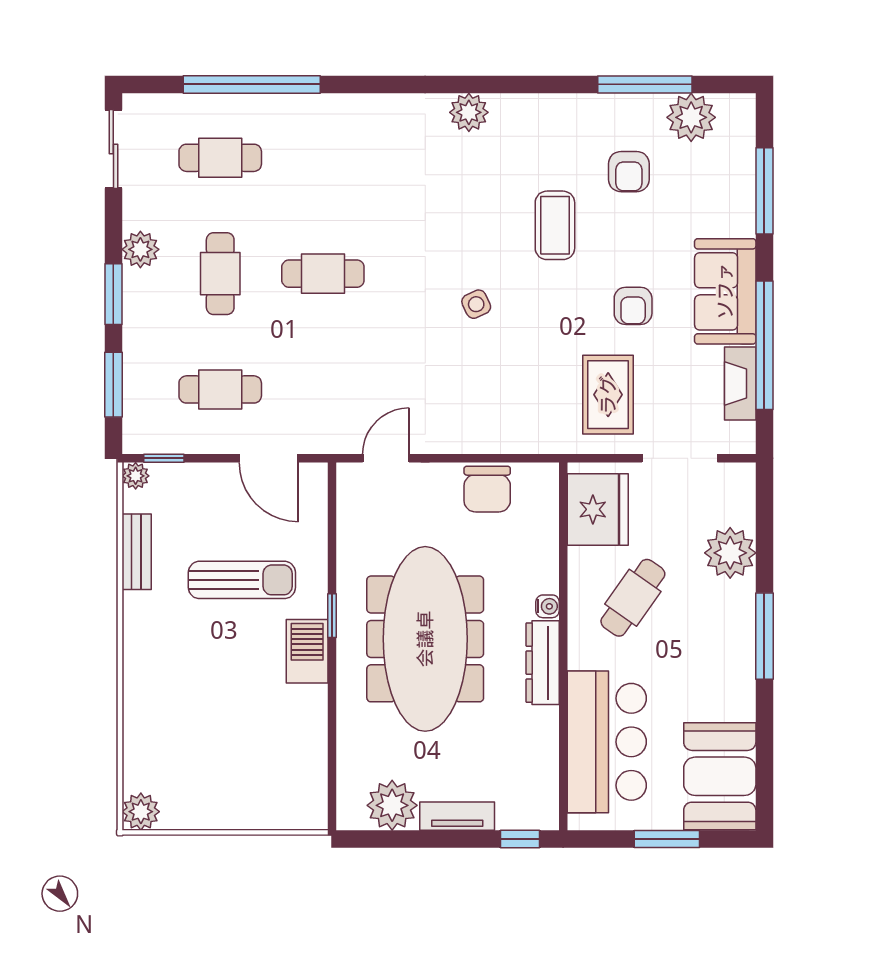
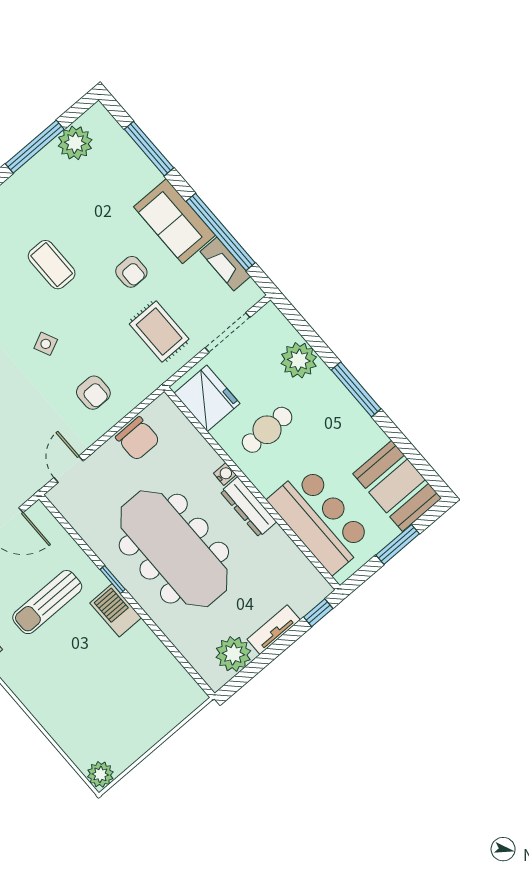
armchair: (629, 172) -> (93, 393), moved
sun lounger: (242, 580) -> (47, 602), turned 180
cafe table: (633, 598) -> (267, 430), turned 55

